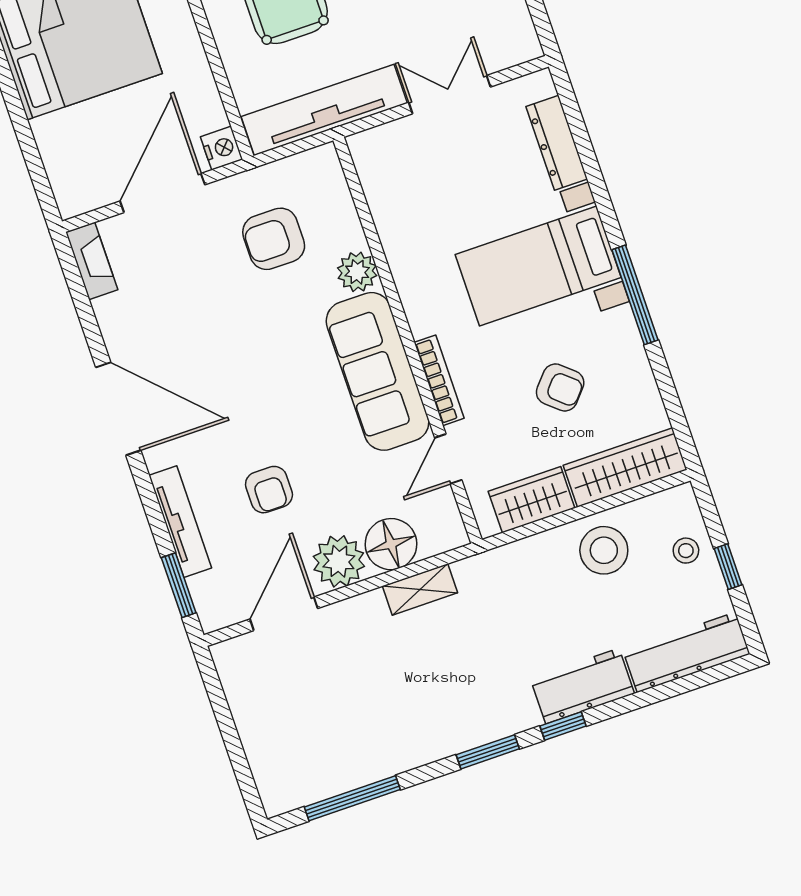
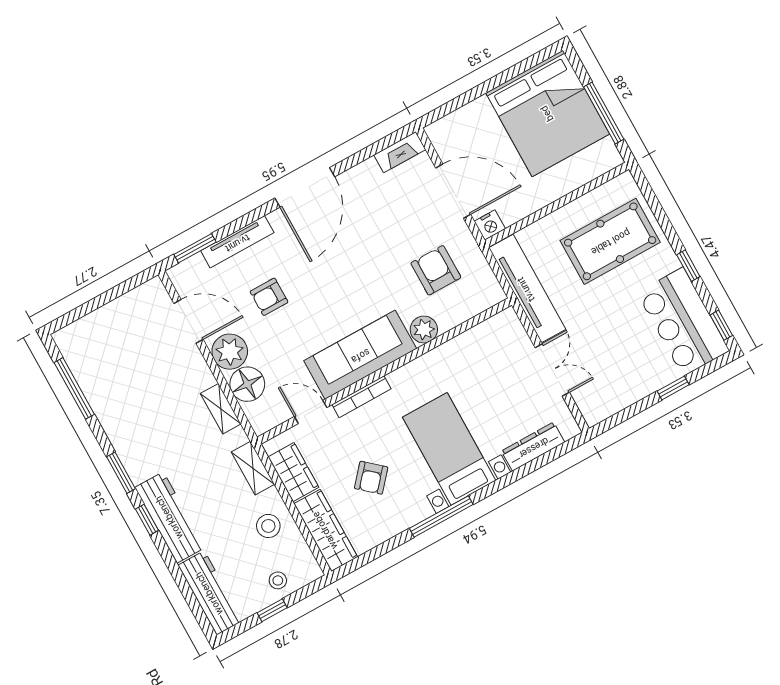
stool: (604, 550) -> (268, 526), width x0.73, depth x0.73
shelving: (515, 558) -> (253, 468), added
workbench: (582, 686) -> (170, 517), width x1.38

